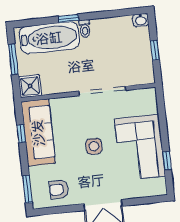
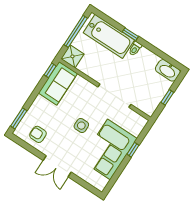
washbasin: (141, 20) -> (168, 70), width x1.91, depth x1.45
window: (13, 59) -> (76, 31), width x1.44
sofa: (38, 133) -> (58, 83), width x0.73
window: (21, 134) -> (50, 70), moved
window: (167, 161) -> (133, 150), moved

